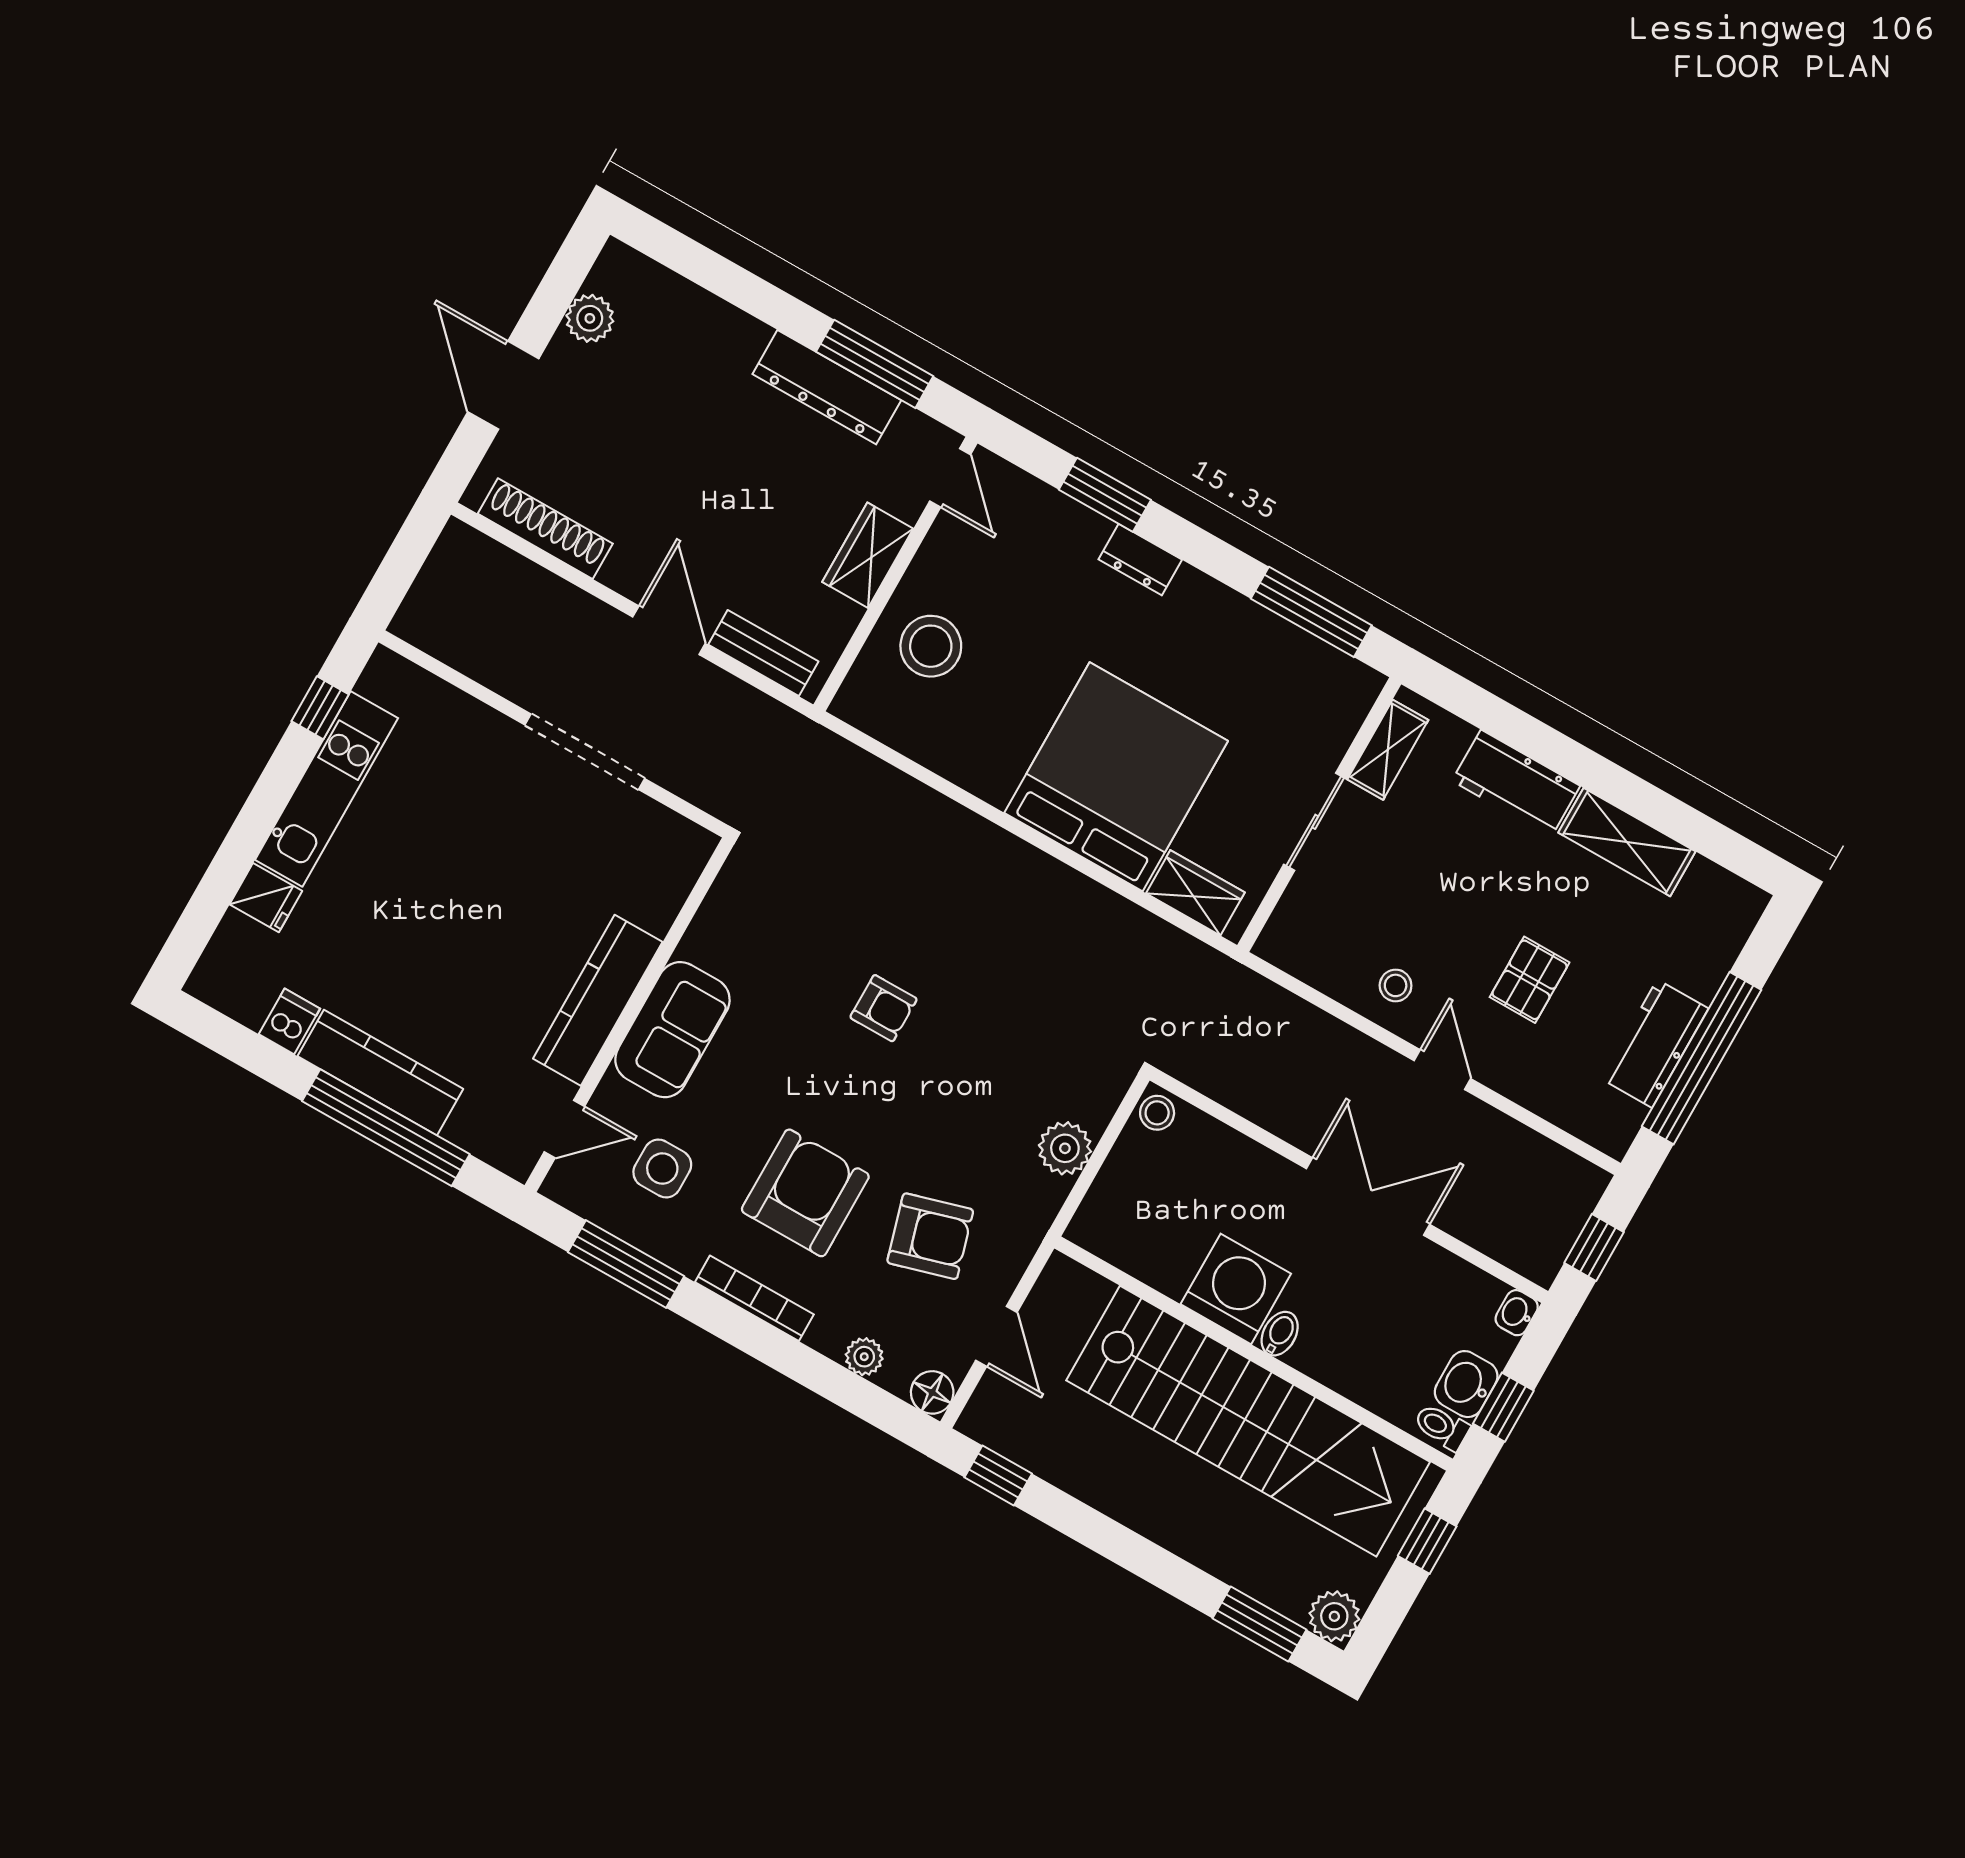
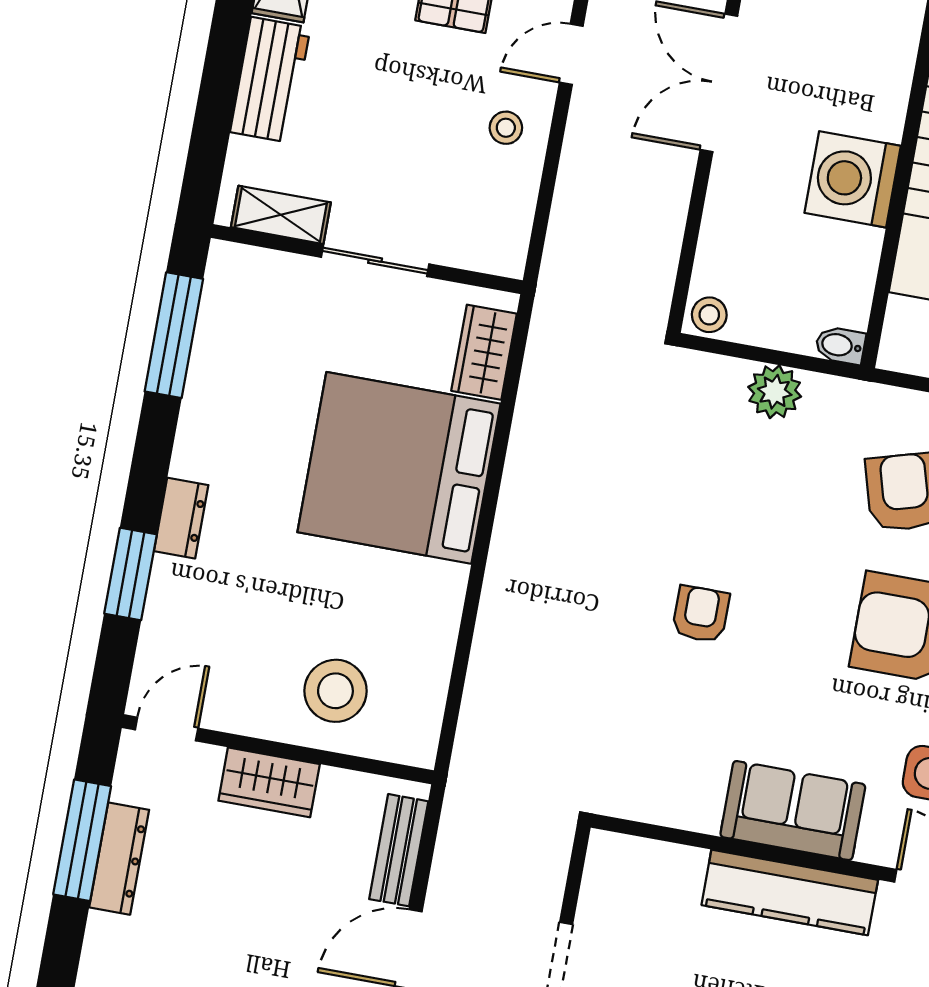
dresser: (827, 387) -> (119, 859), width x0.73, depth x0.80
bidet: (1280, 1334) -> (840, 345), moved

